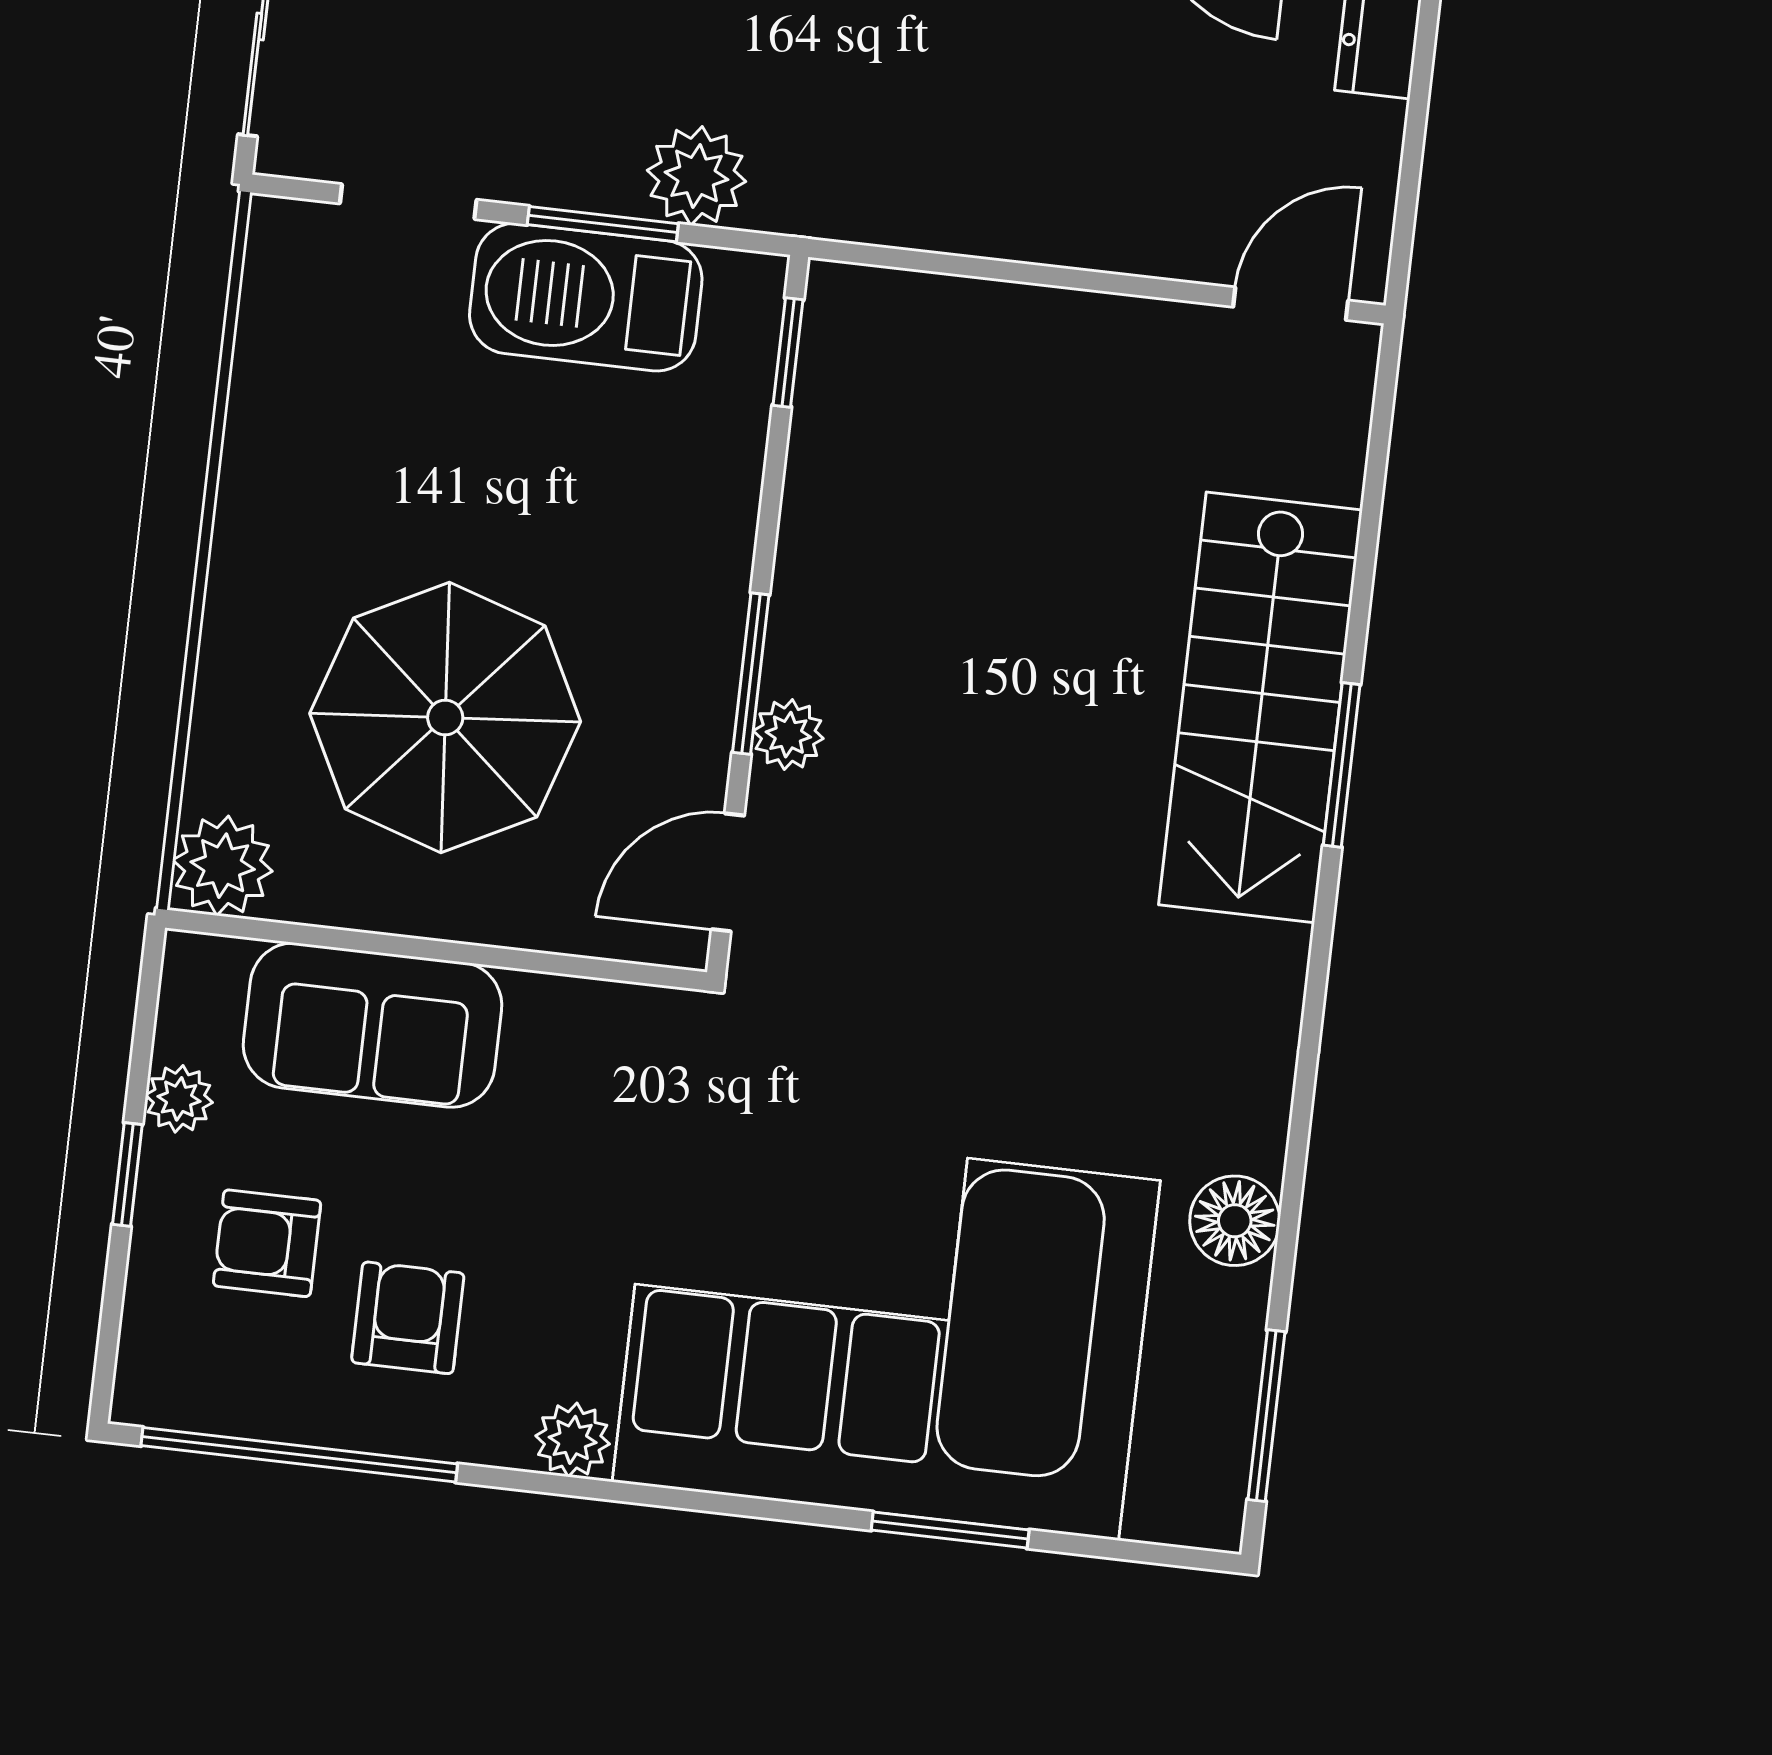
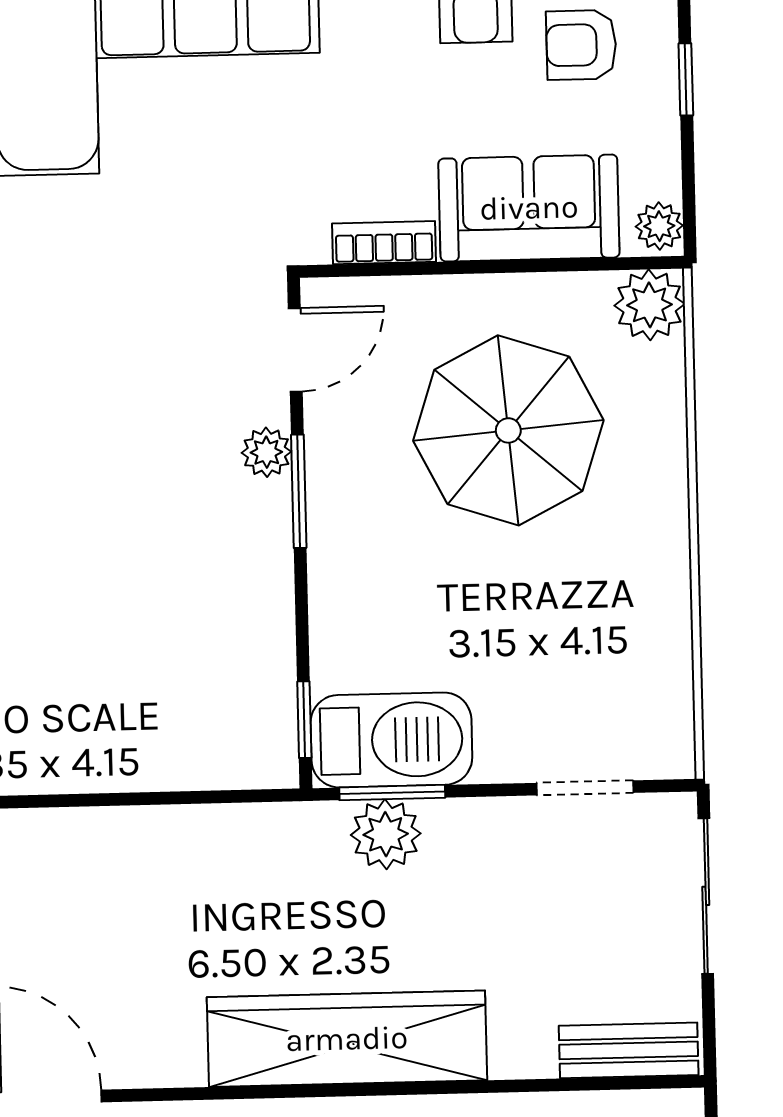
window: (603, 224) -> (392, 793), moved
barbecue: (586, 297) -> (391, 740), moved
bookcase: (582, 1005) -> (384, 243), added
plant: (179, 1099) -> (659, 226), moved
armchair: (267, 1243) -> (581, 45), turned 180

